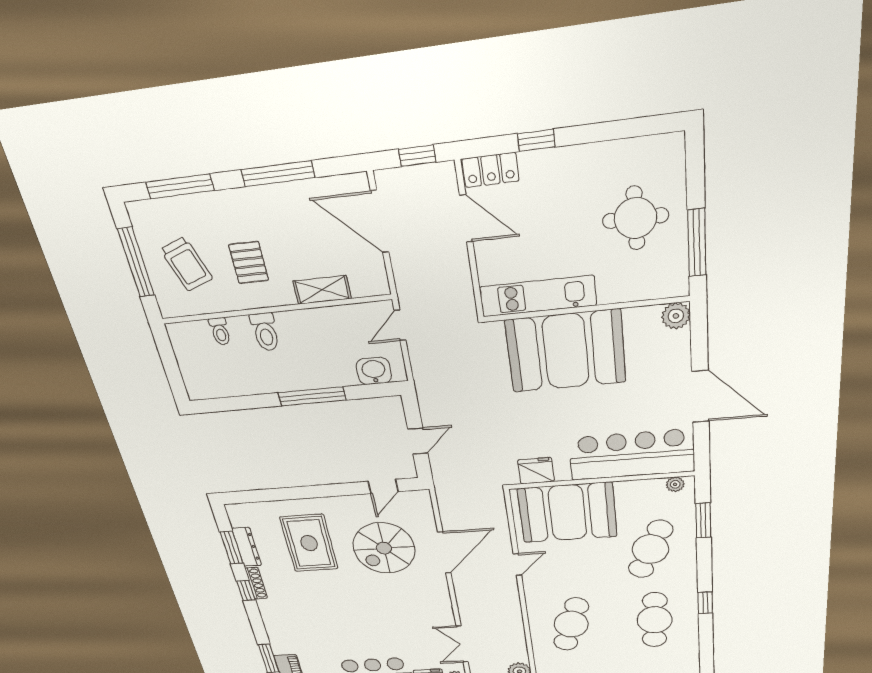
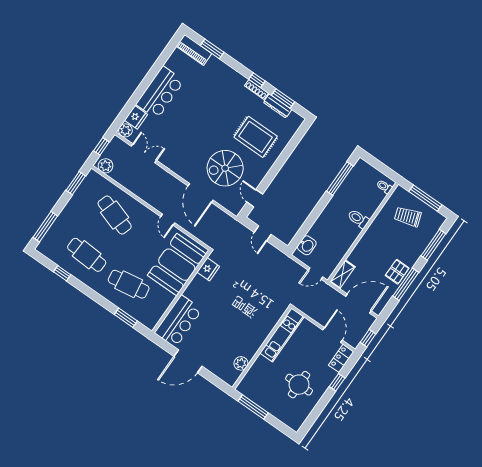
door: (466, 218) -> (332, 335), swing flipped
round table: (635, 218) -> (299, 385), moved
pallet: (249, 263) -> (397, 272), moved, turned 90
shelving: (322, 290) -> (342, 274), moved
plant: (676, 316) -> (241, 363), moved
door: (400, 325) -> (316, 273), swing flipped
toilet: (220, 331) -> (384, 187), moved
booth: (566, 351) -> (251, 326), removed
window: (312, 396) -> (340, 179), moved
bar counter: (632, 455) -> (178, 321), width x0.73
plant: (675, 484) -> (154, 320), removed
spiral stairs: (384, 548) -> (225, 168), turned -90
cafe table: (650, 549) -> (129, 284), turned -33
window: (705, 603) -> (62, 273), moved

